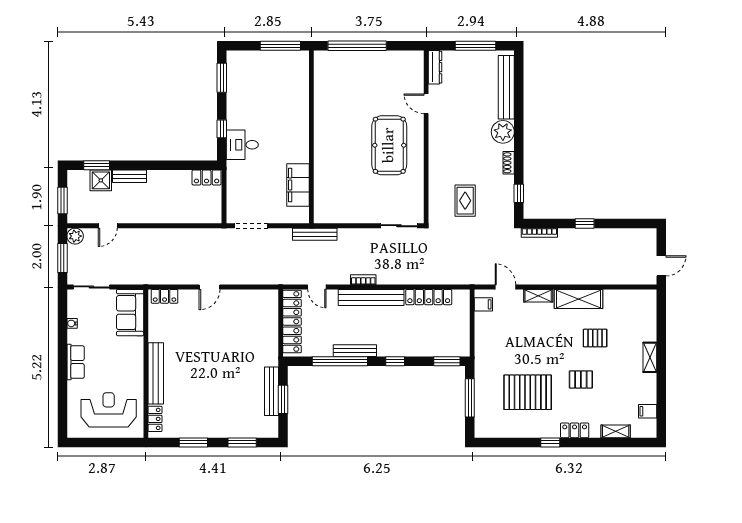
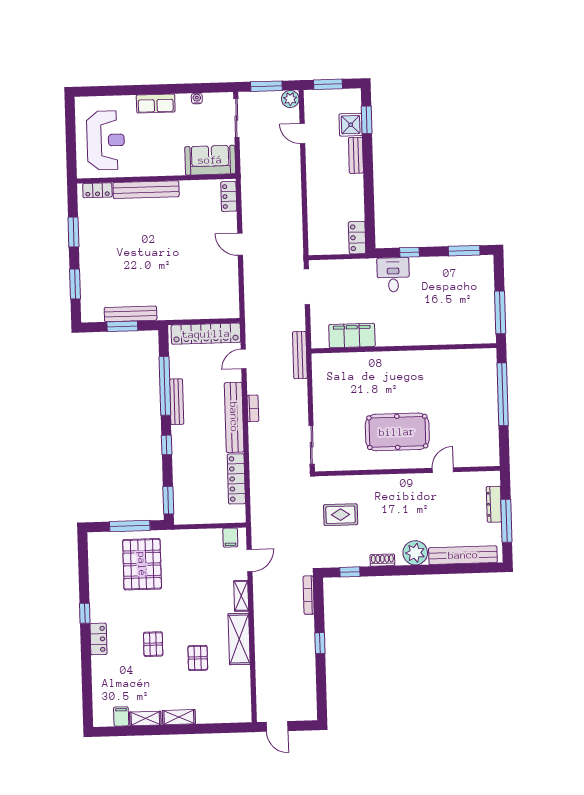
dresser: (435, 67) -> (494, 504), moved, turned 90
pallet: (528, 392) -> (142, 564), moved
shelving: (616, 431) -> (145, 718), moved, turned 90

